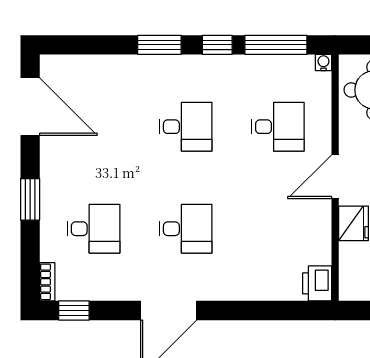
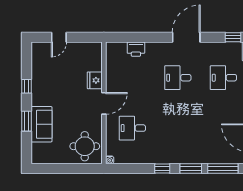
window: (276, 45) -> (223, 168), moved
desk: (186, 127) -> (178, 128), removed
printer: (317, 283) -> (136, 49), moved, turned 90

